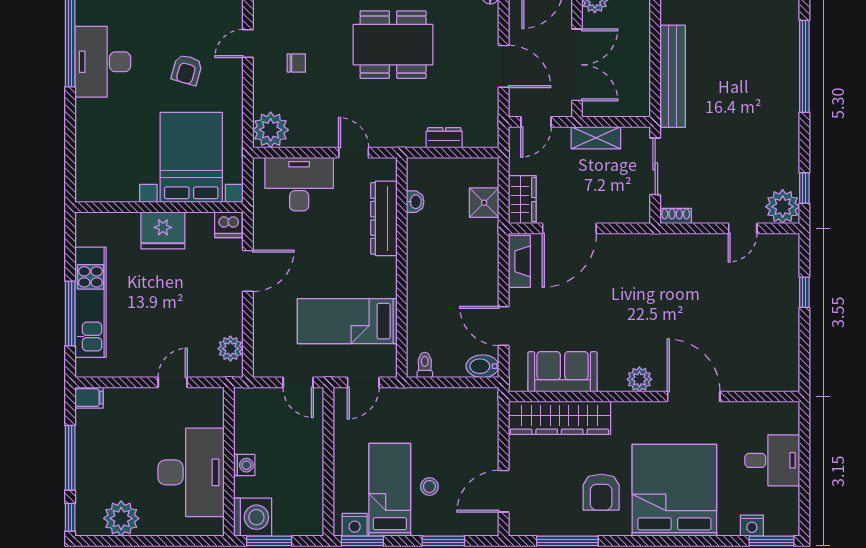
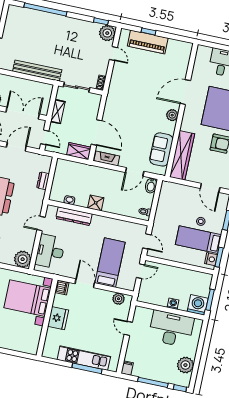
shower: (484, 203) -> (96, 203), moved
piano: (782, 295) -> (148, 42), added
bed: (347, 321) -> (110, 263), moved, turned 180

